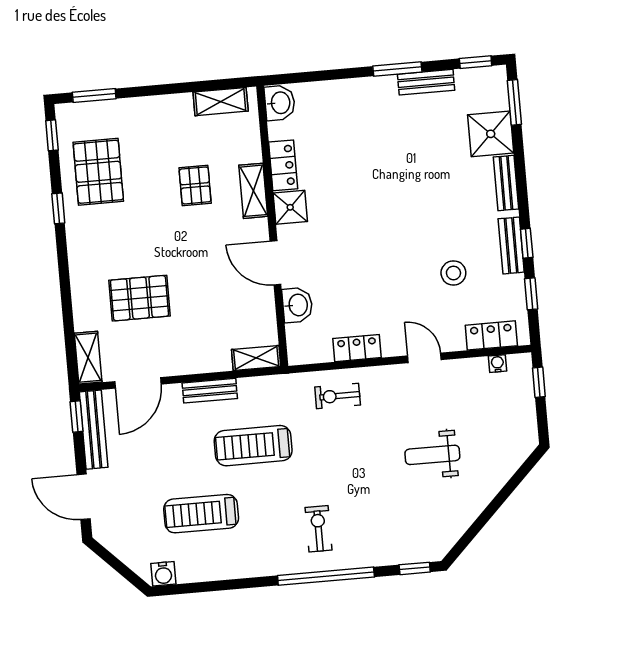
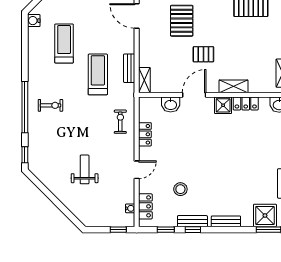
shower: (491, 134) -> (265, 215), moved
pallet: (195, 185) -> (203, 54), moved
bench: (210, 391) -> (129, 68), moved

